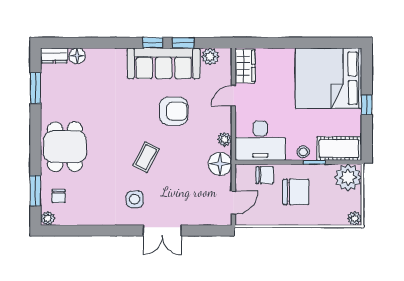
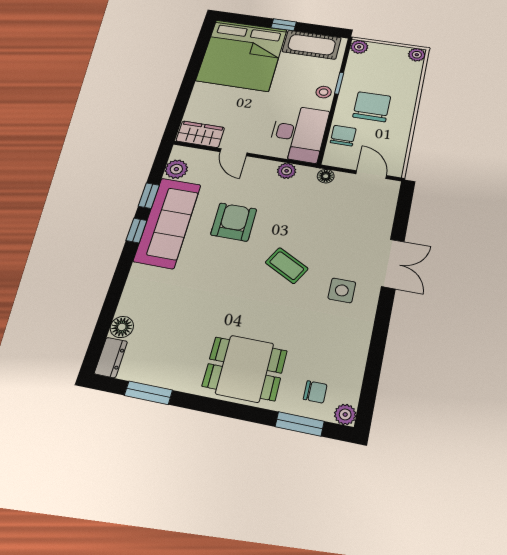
cot: (339, 149) -> (312, 45), moved, turned 90
floor lamp: (220, 164) -> (326, 176), width x0.53, depth x0.53
plant: (348, 177) -> (359, 47), width x0.53, depth x0.53

